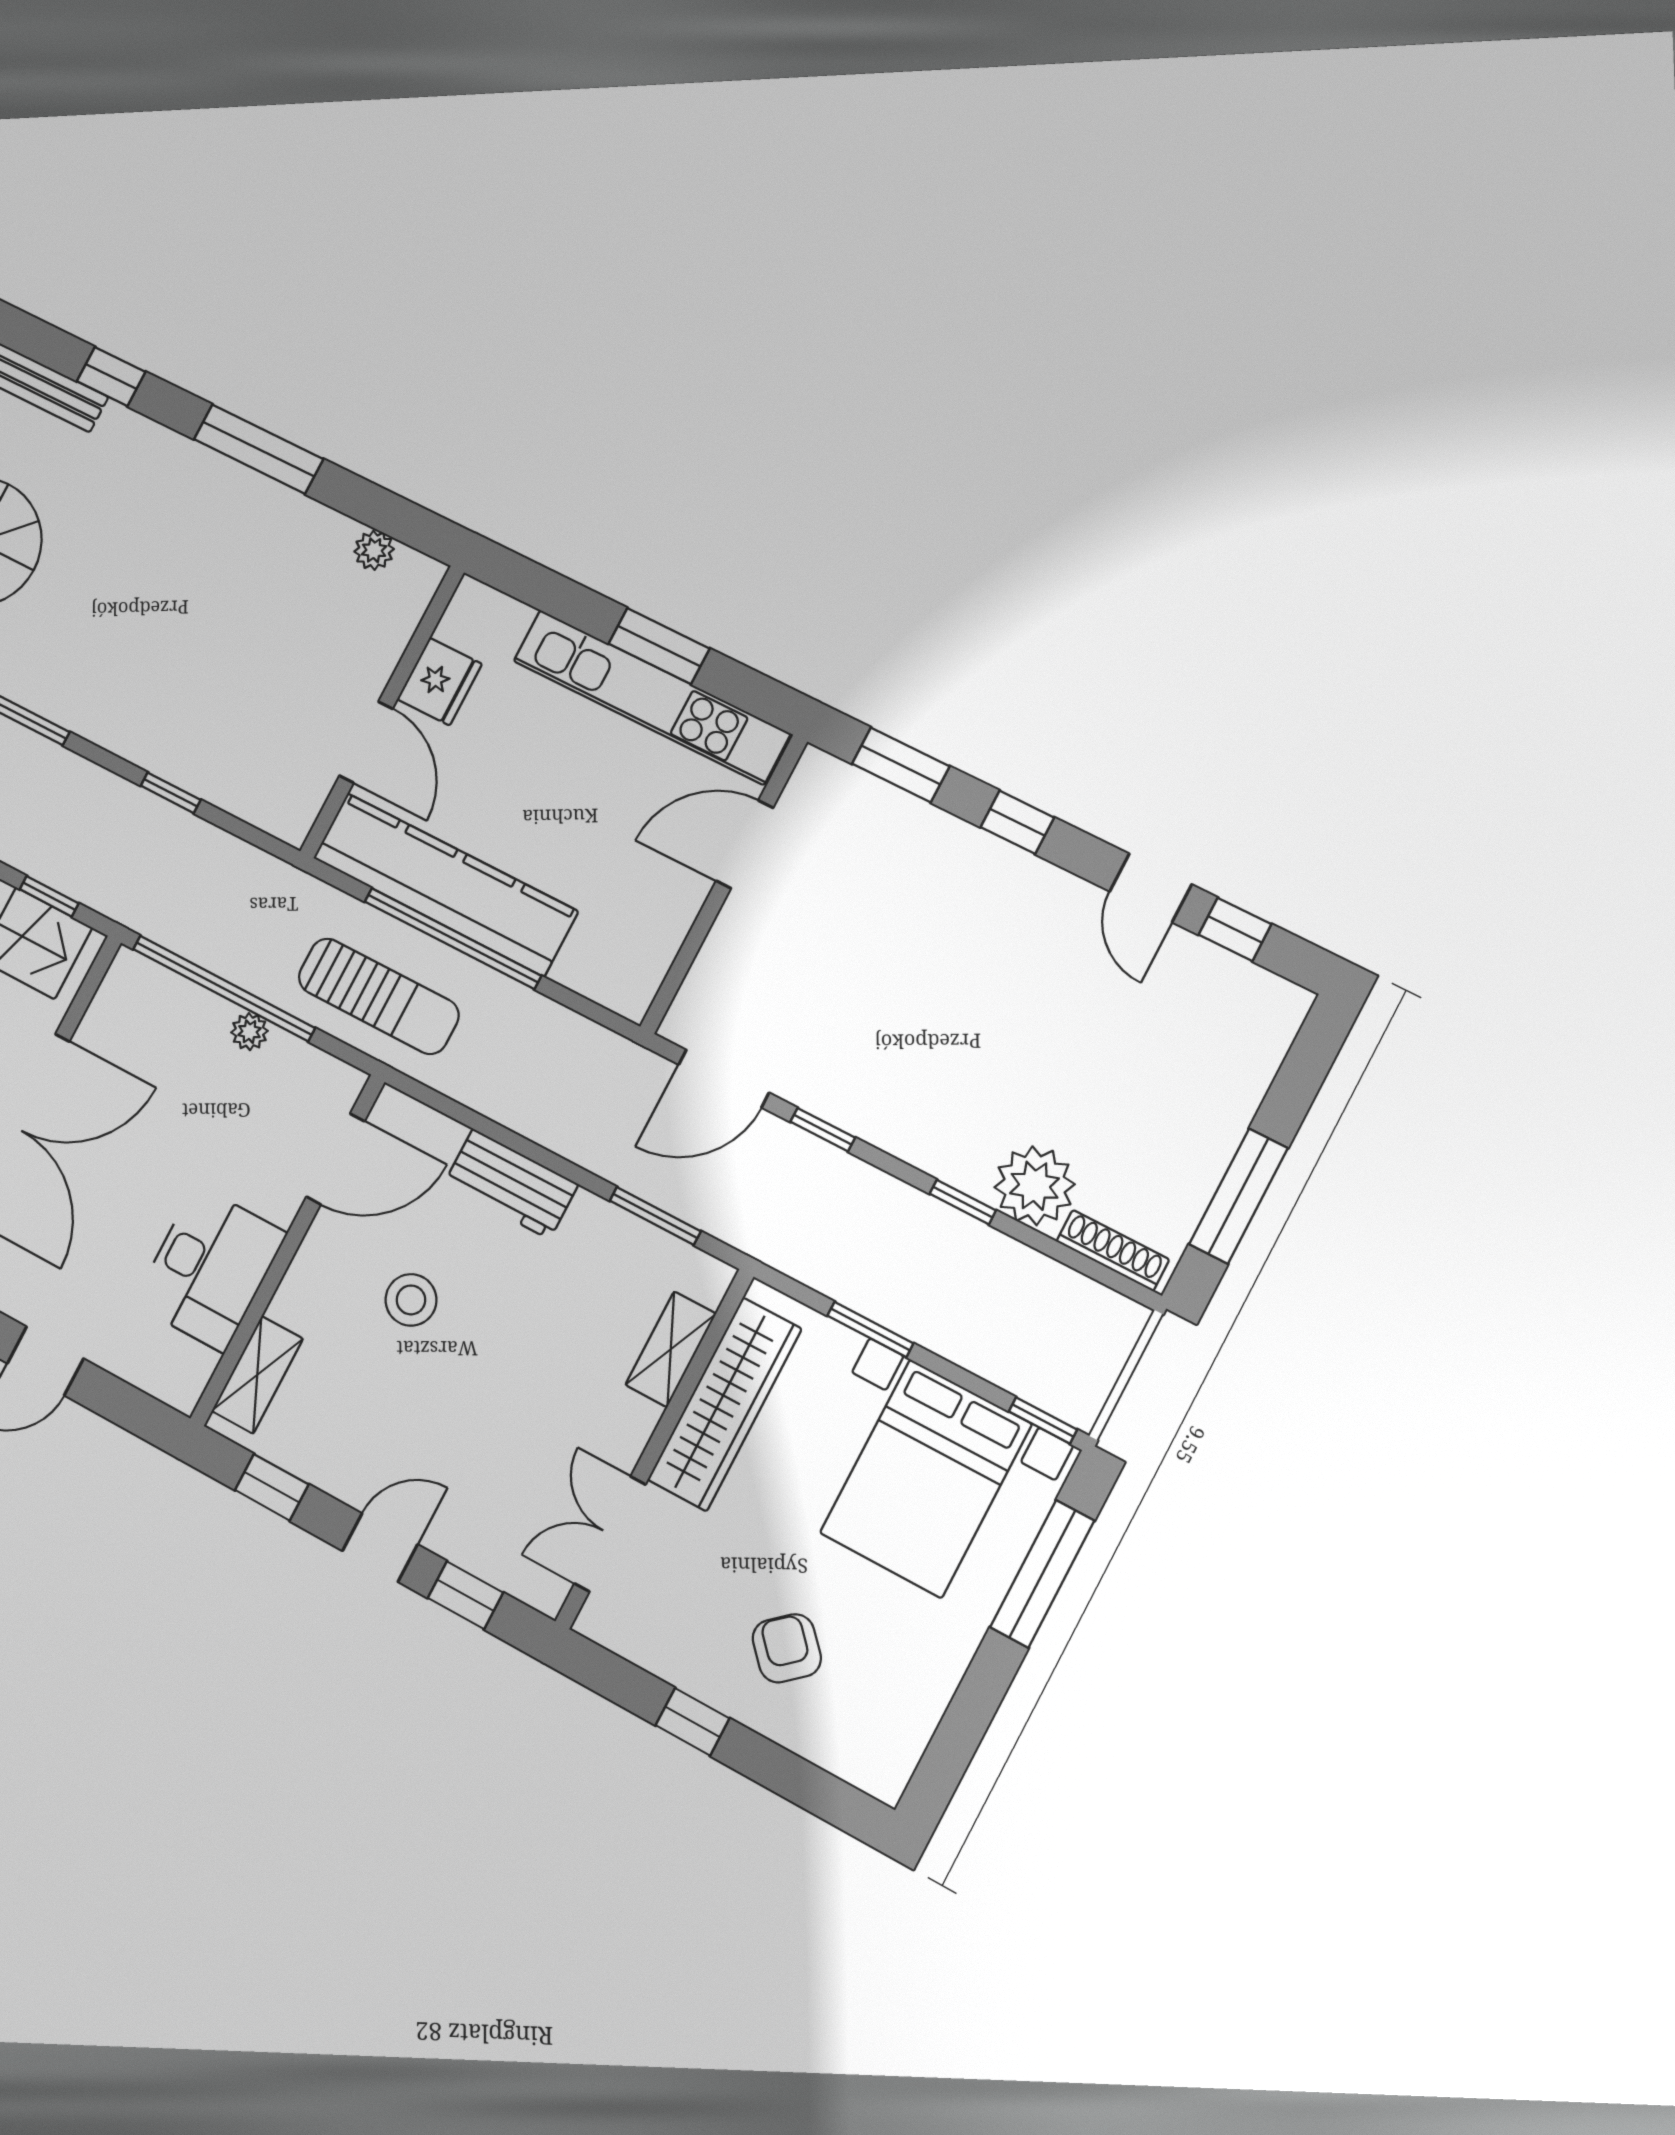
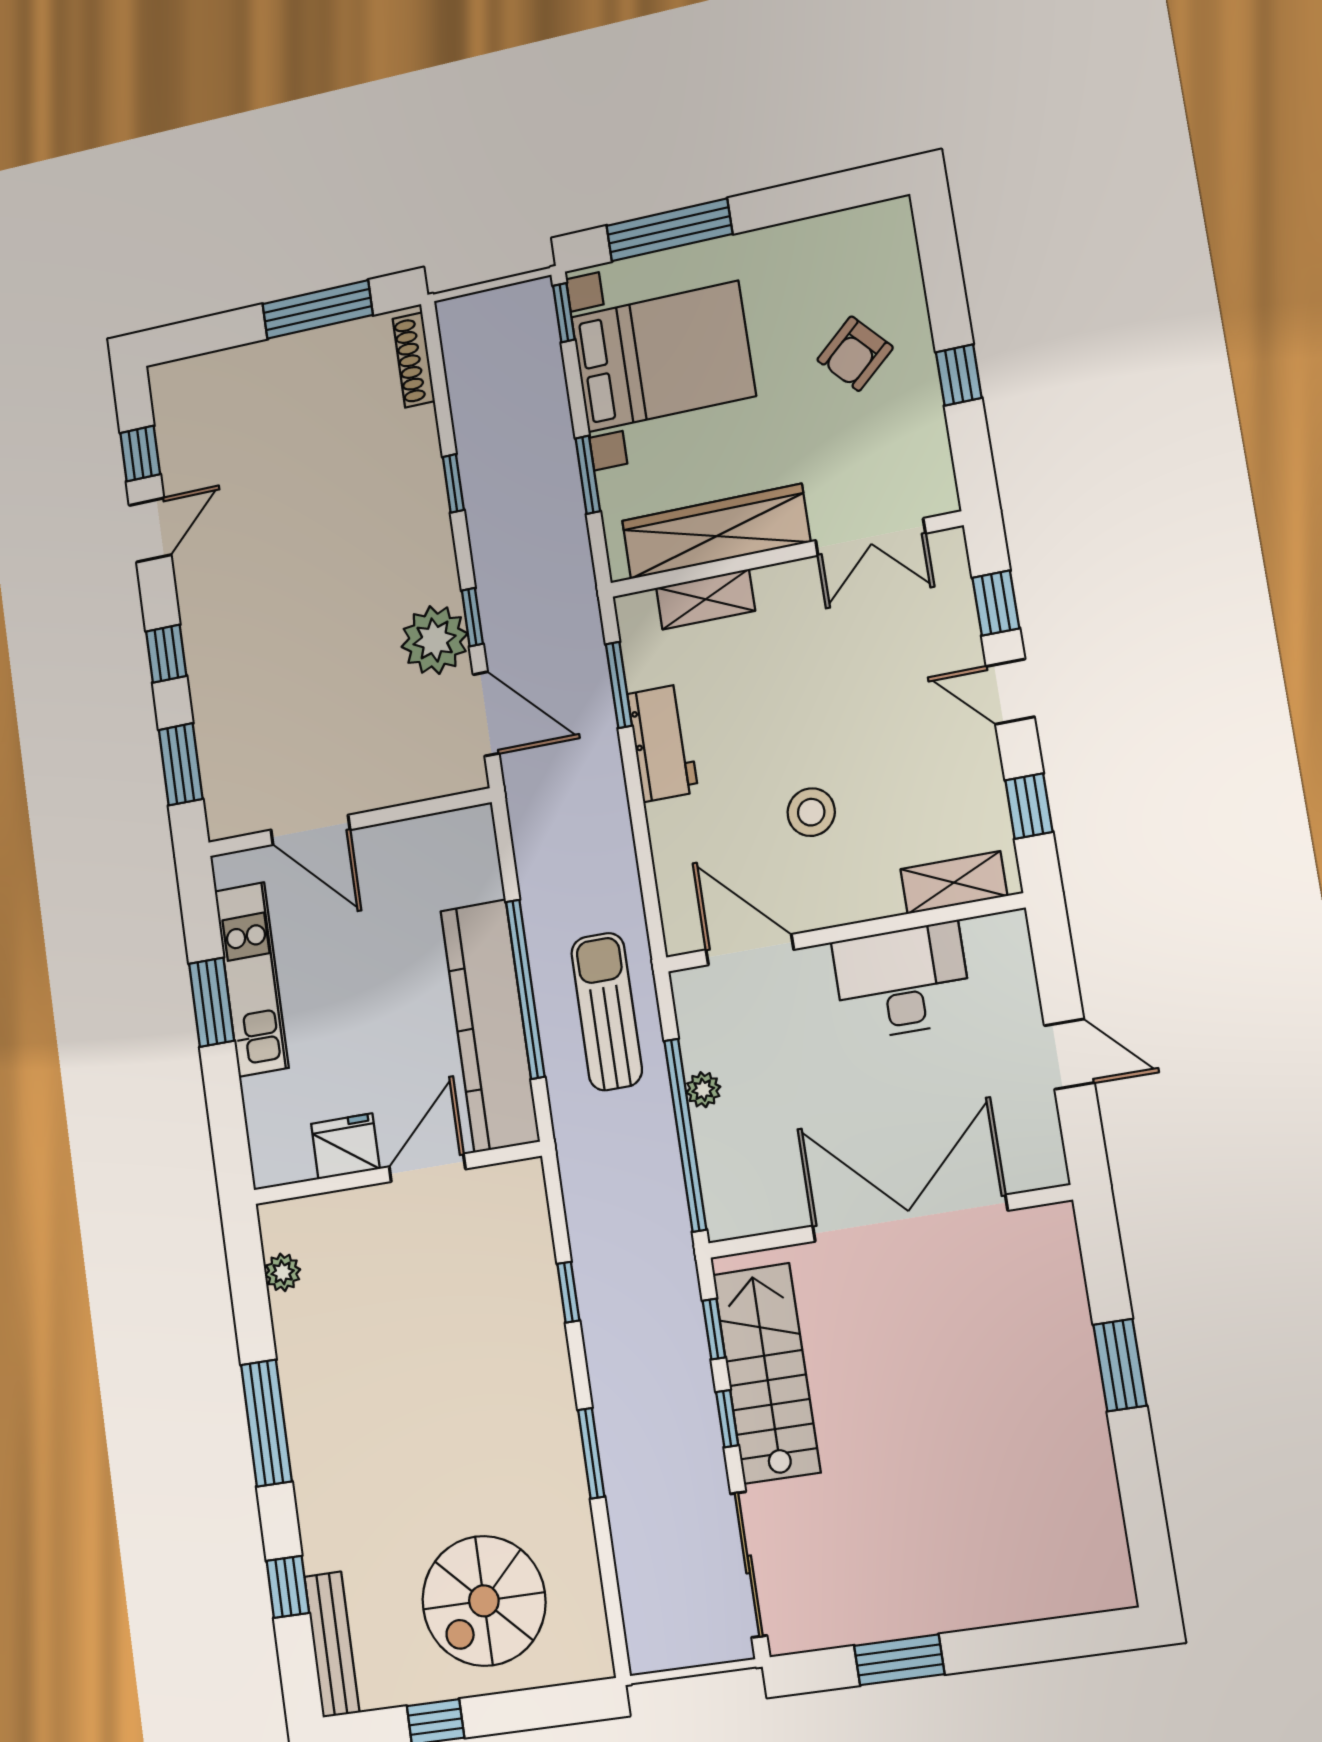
kitchen unit: (651, 697) -> (252, 979), width x0.73
workbench: (511, 1184) -> (663, 743), moved
plant: (1035, 1186) -> (435, 640), moved

